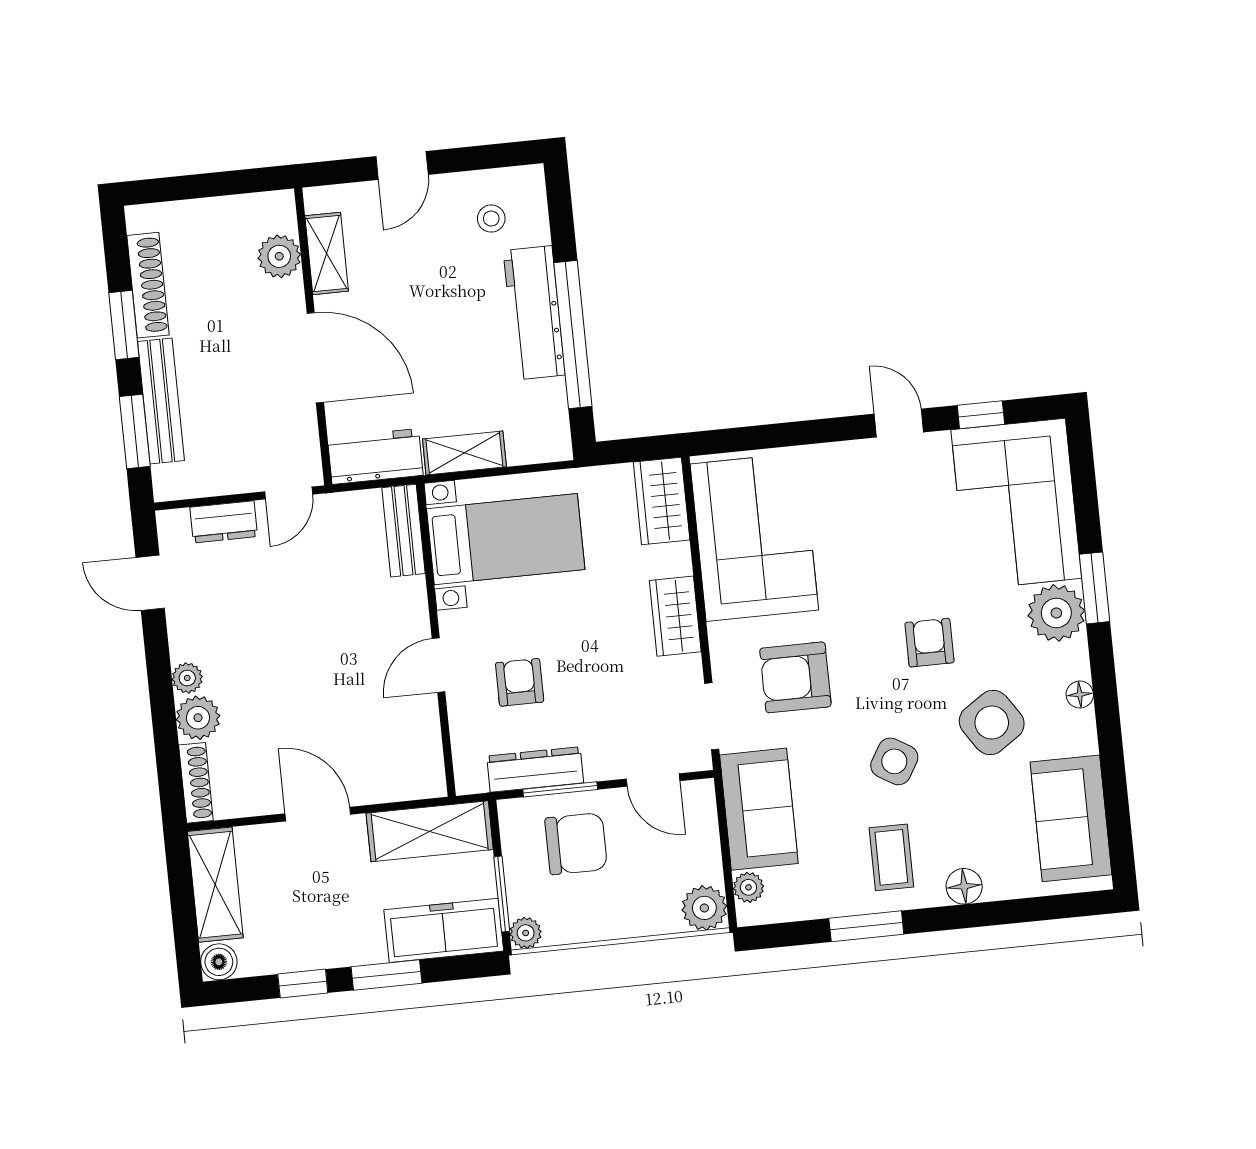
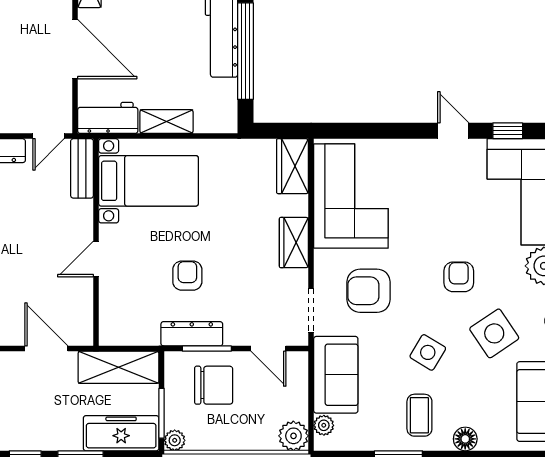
bench: (404, 531) -> (82, 168), moved
bed with nightstands: (506, 539) -> (148, 181), moved
wall: (436, 640) -> (96, 242), moved
door: (438, 665) -> (96, 259), moved

